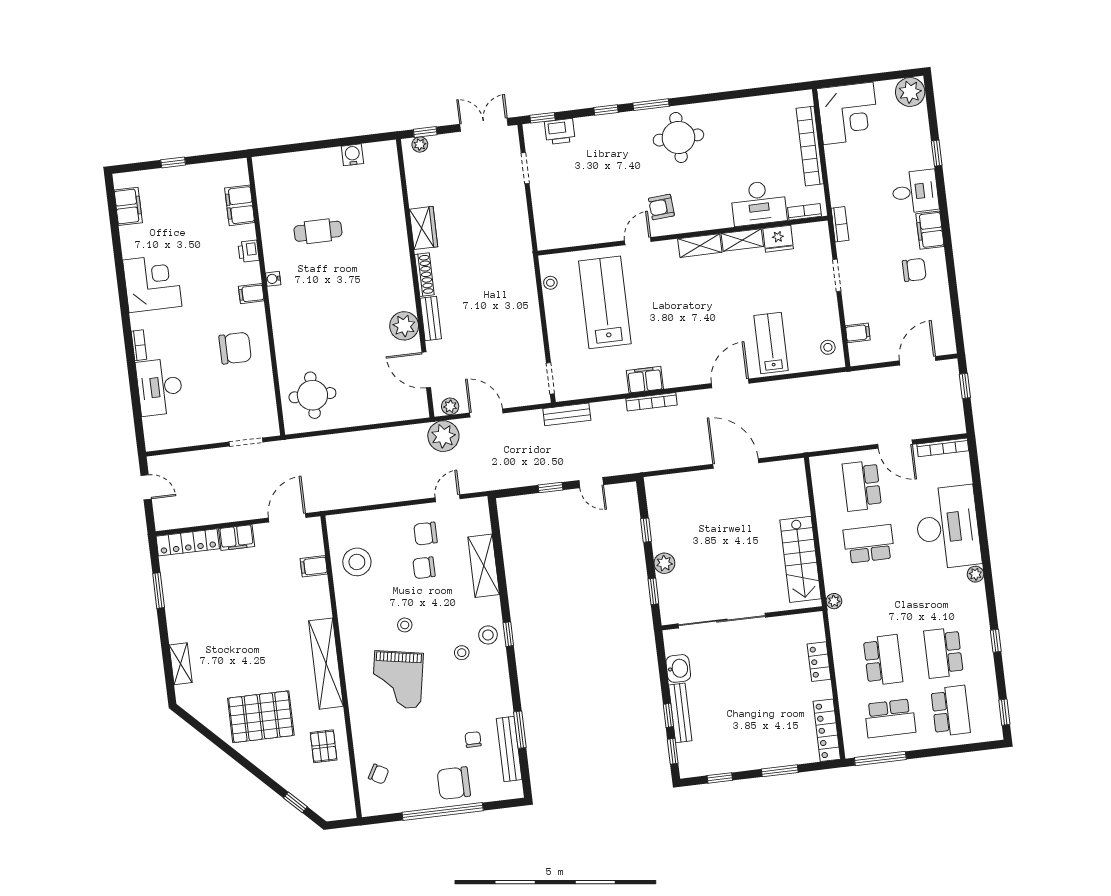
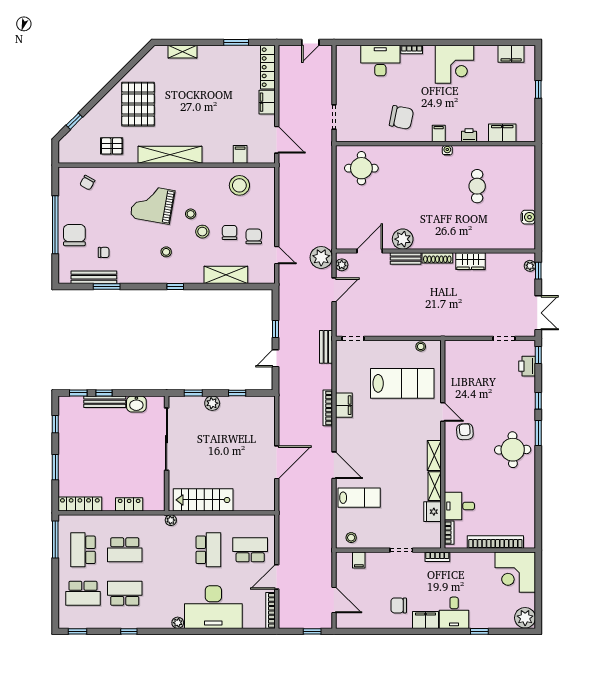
desk: (759, 203) -> (459, 506), width x0.73
chair: (914, 270) -> (399, 605), turned 90
chair: (235, 348) -> (401, 117), turned -79
stool: (488, 635) -> (202, 232), moved

